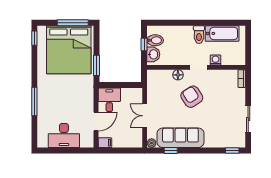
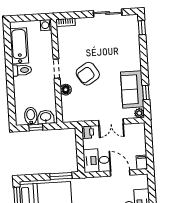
washing machine: (216, 60) -> (46, 25), moved
printer: (136, 93) -> (88, 132), added
sofa: (180, 138) -> (132, 89), width x0.73

